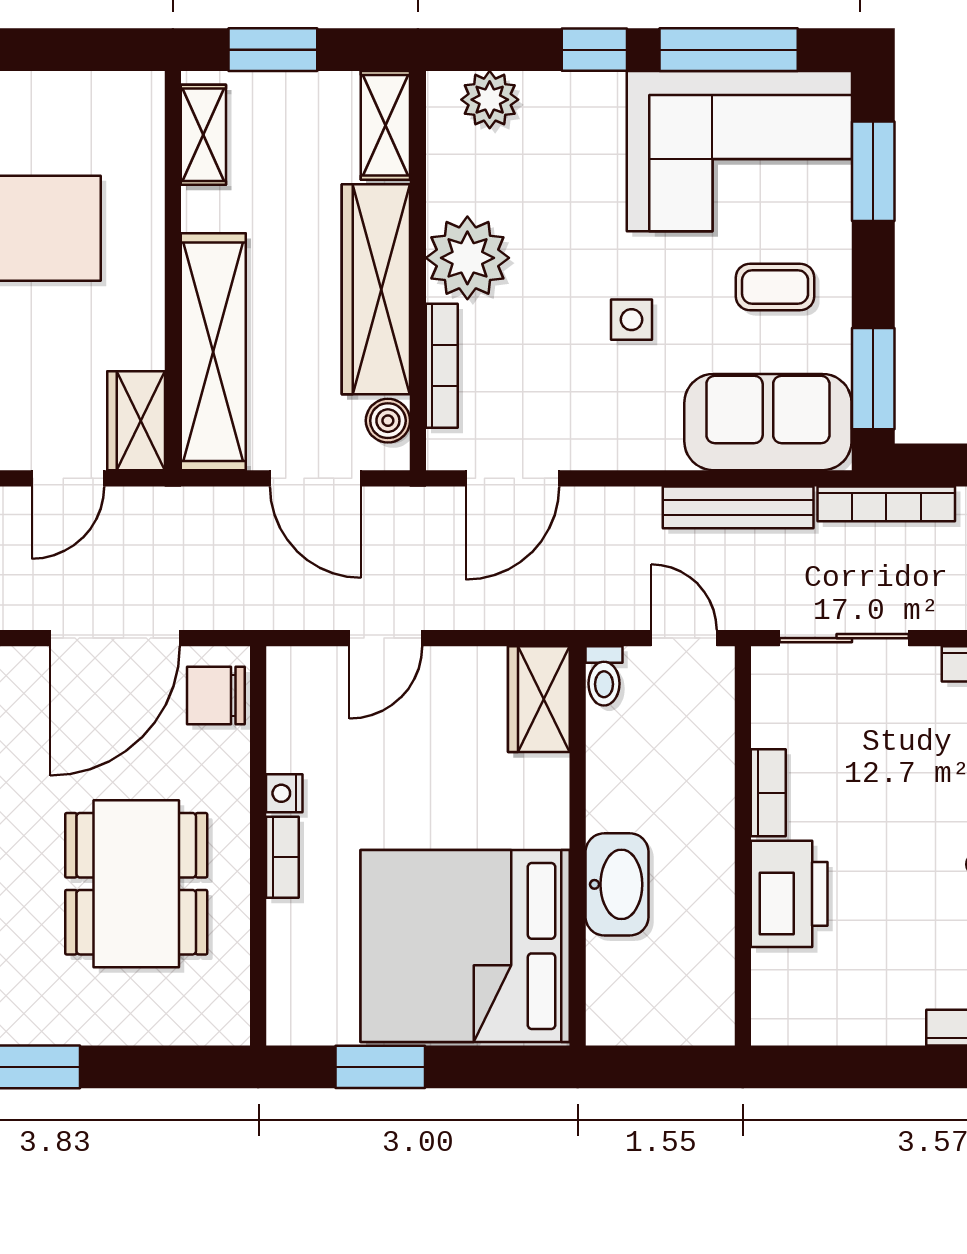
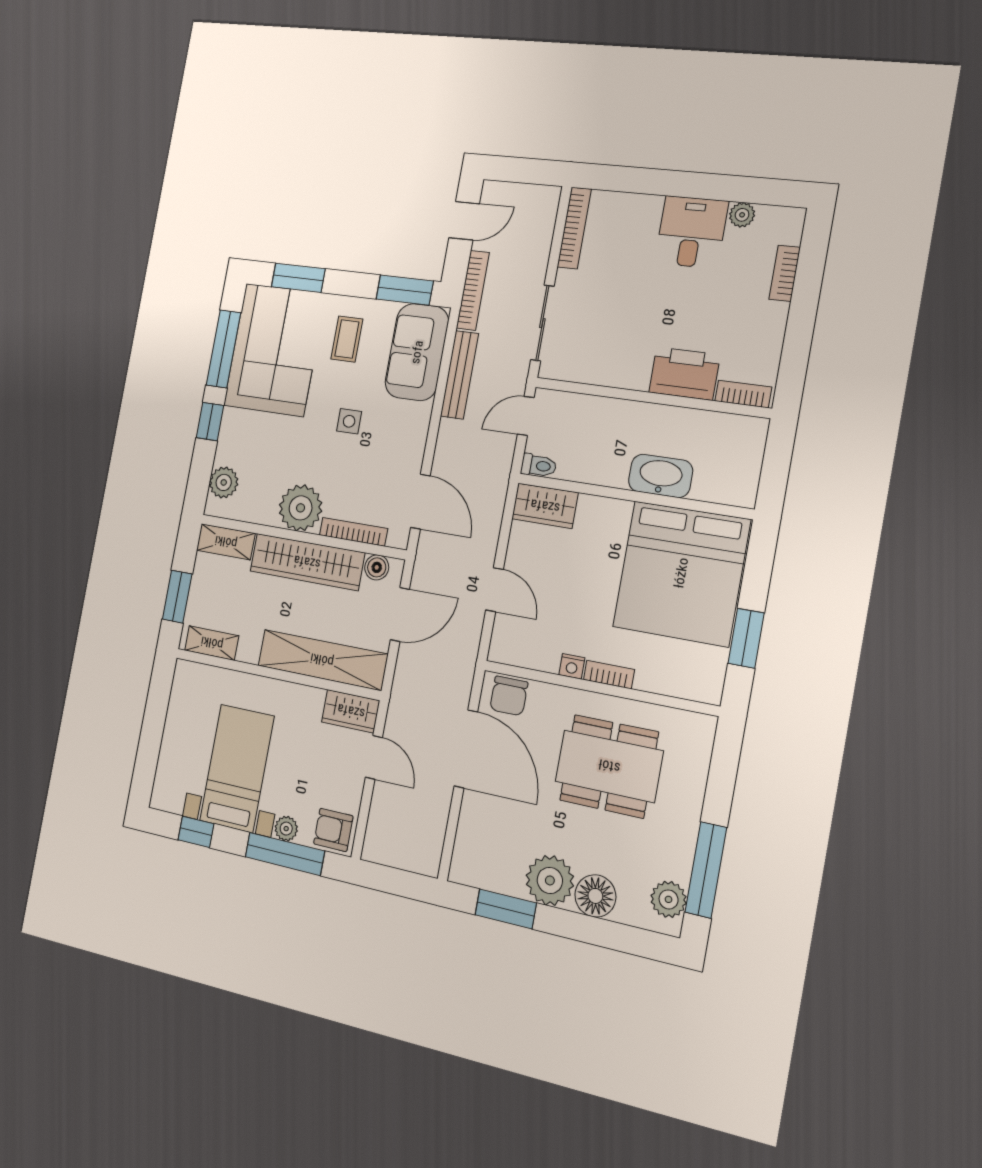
bookcase: (768, 793) -> (743, 394), moved

